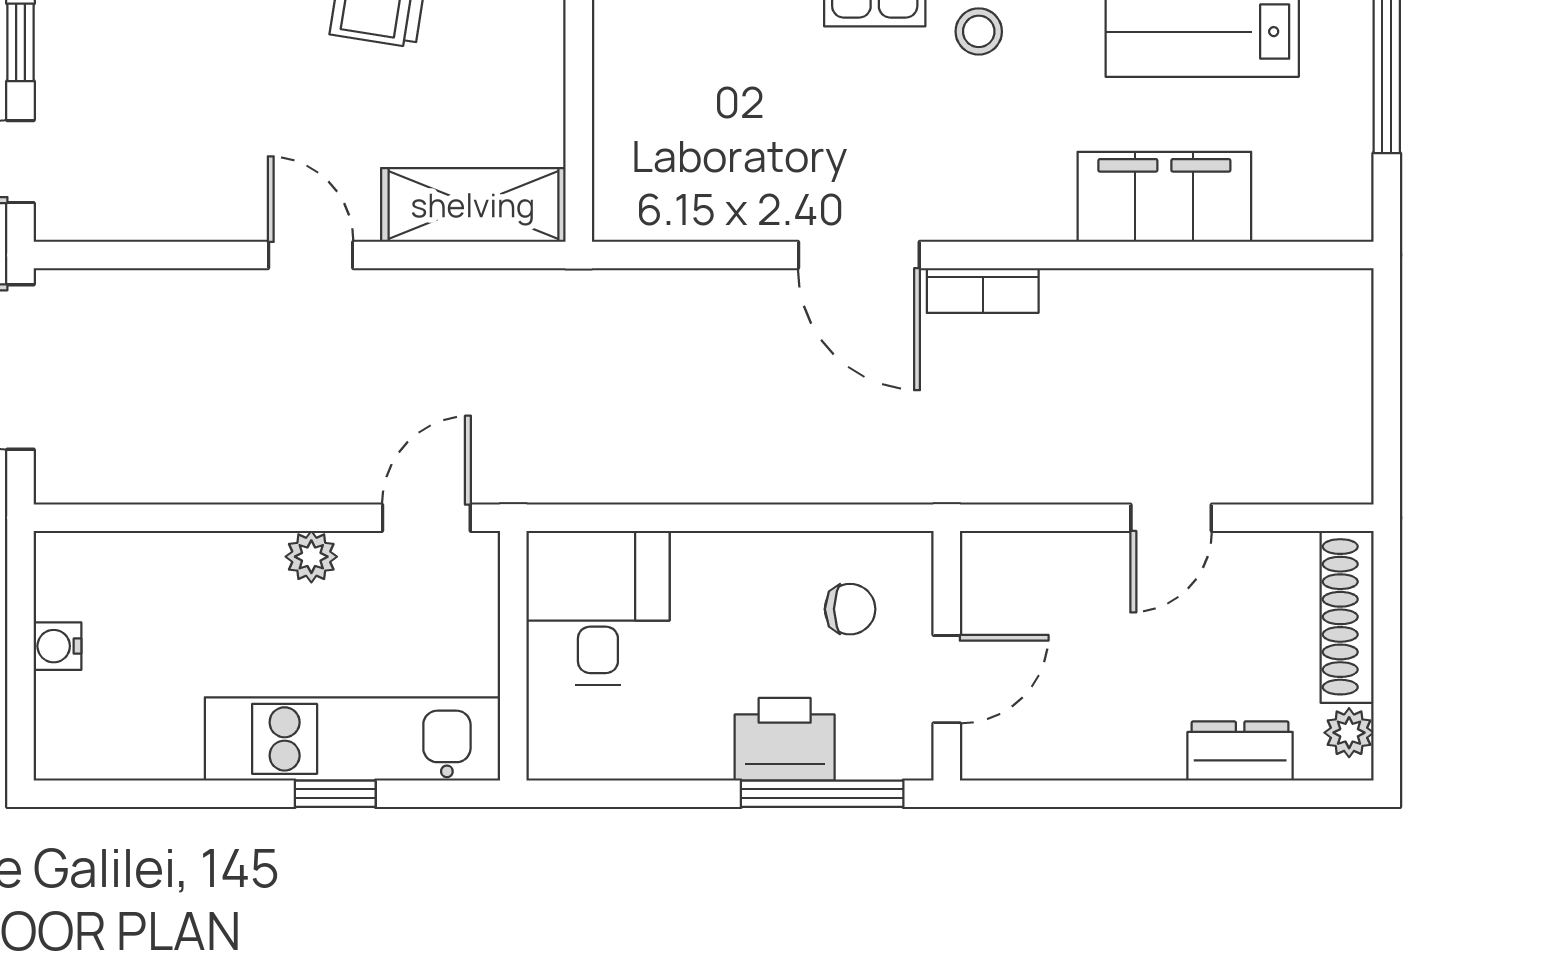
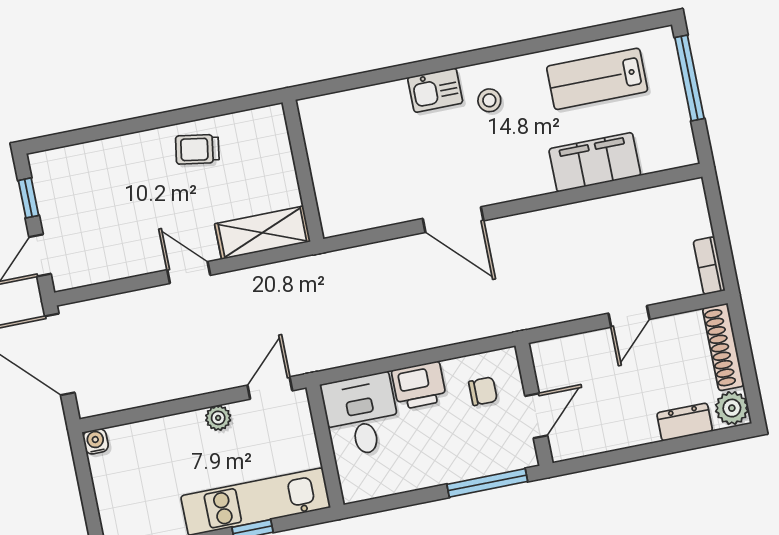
bookcase: (983, 291) -> (709, 266), moved, turned 90
water cooler: (57, 646) -> (96, 441), moved, turned 90
plant: (1349, 733) -> (732, 408), width x1.38, depth x1.38
printer: (785, 739) -> (419, 385), moved, turned 180

